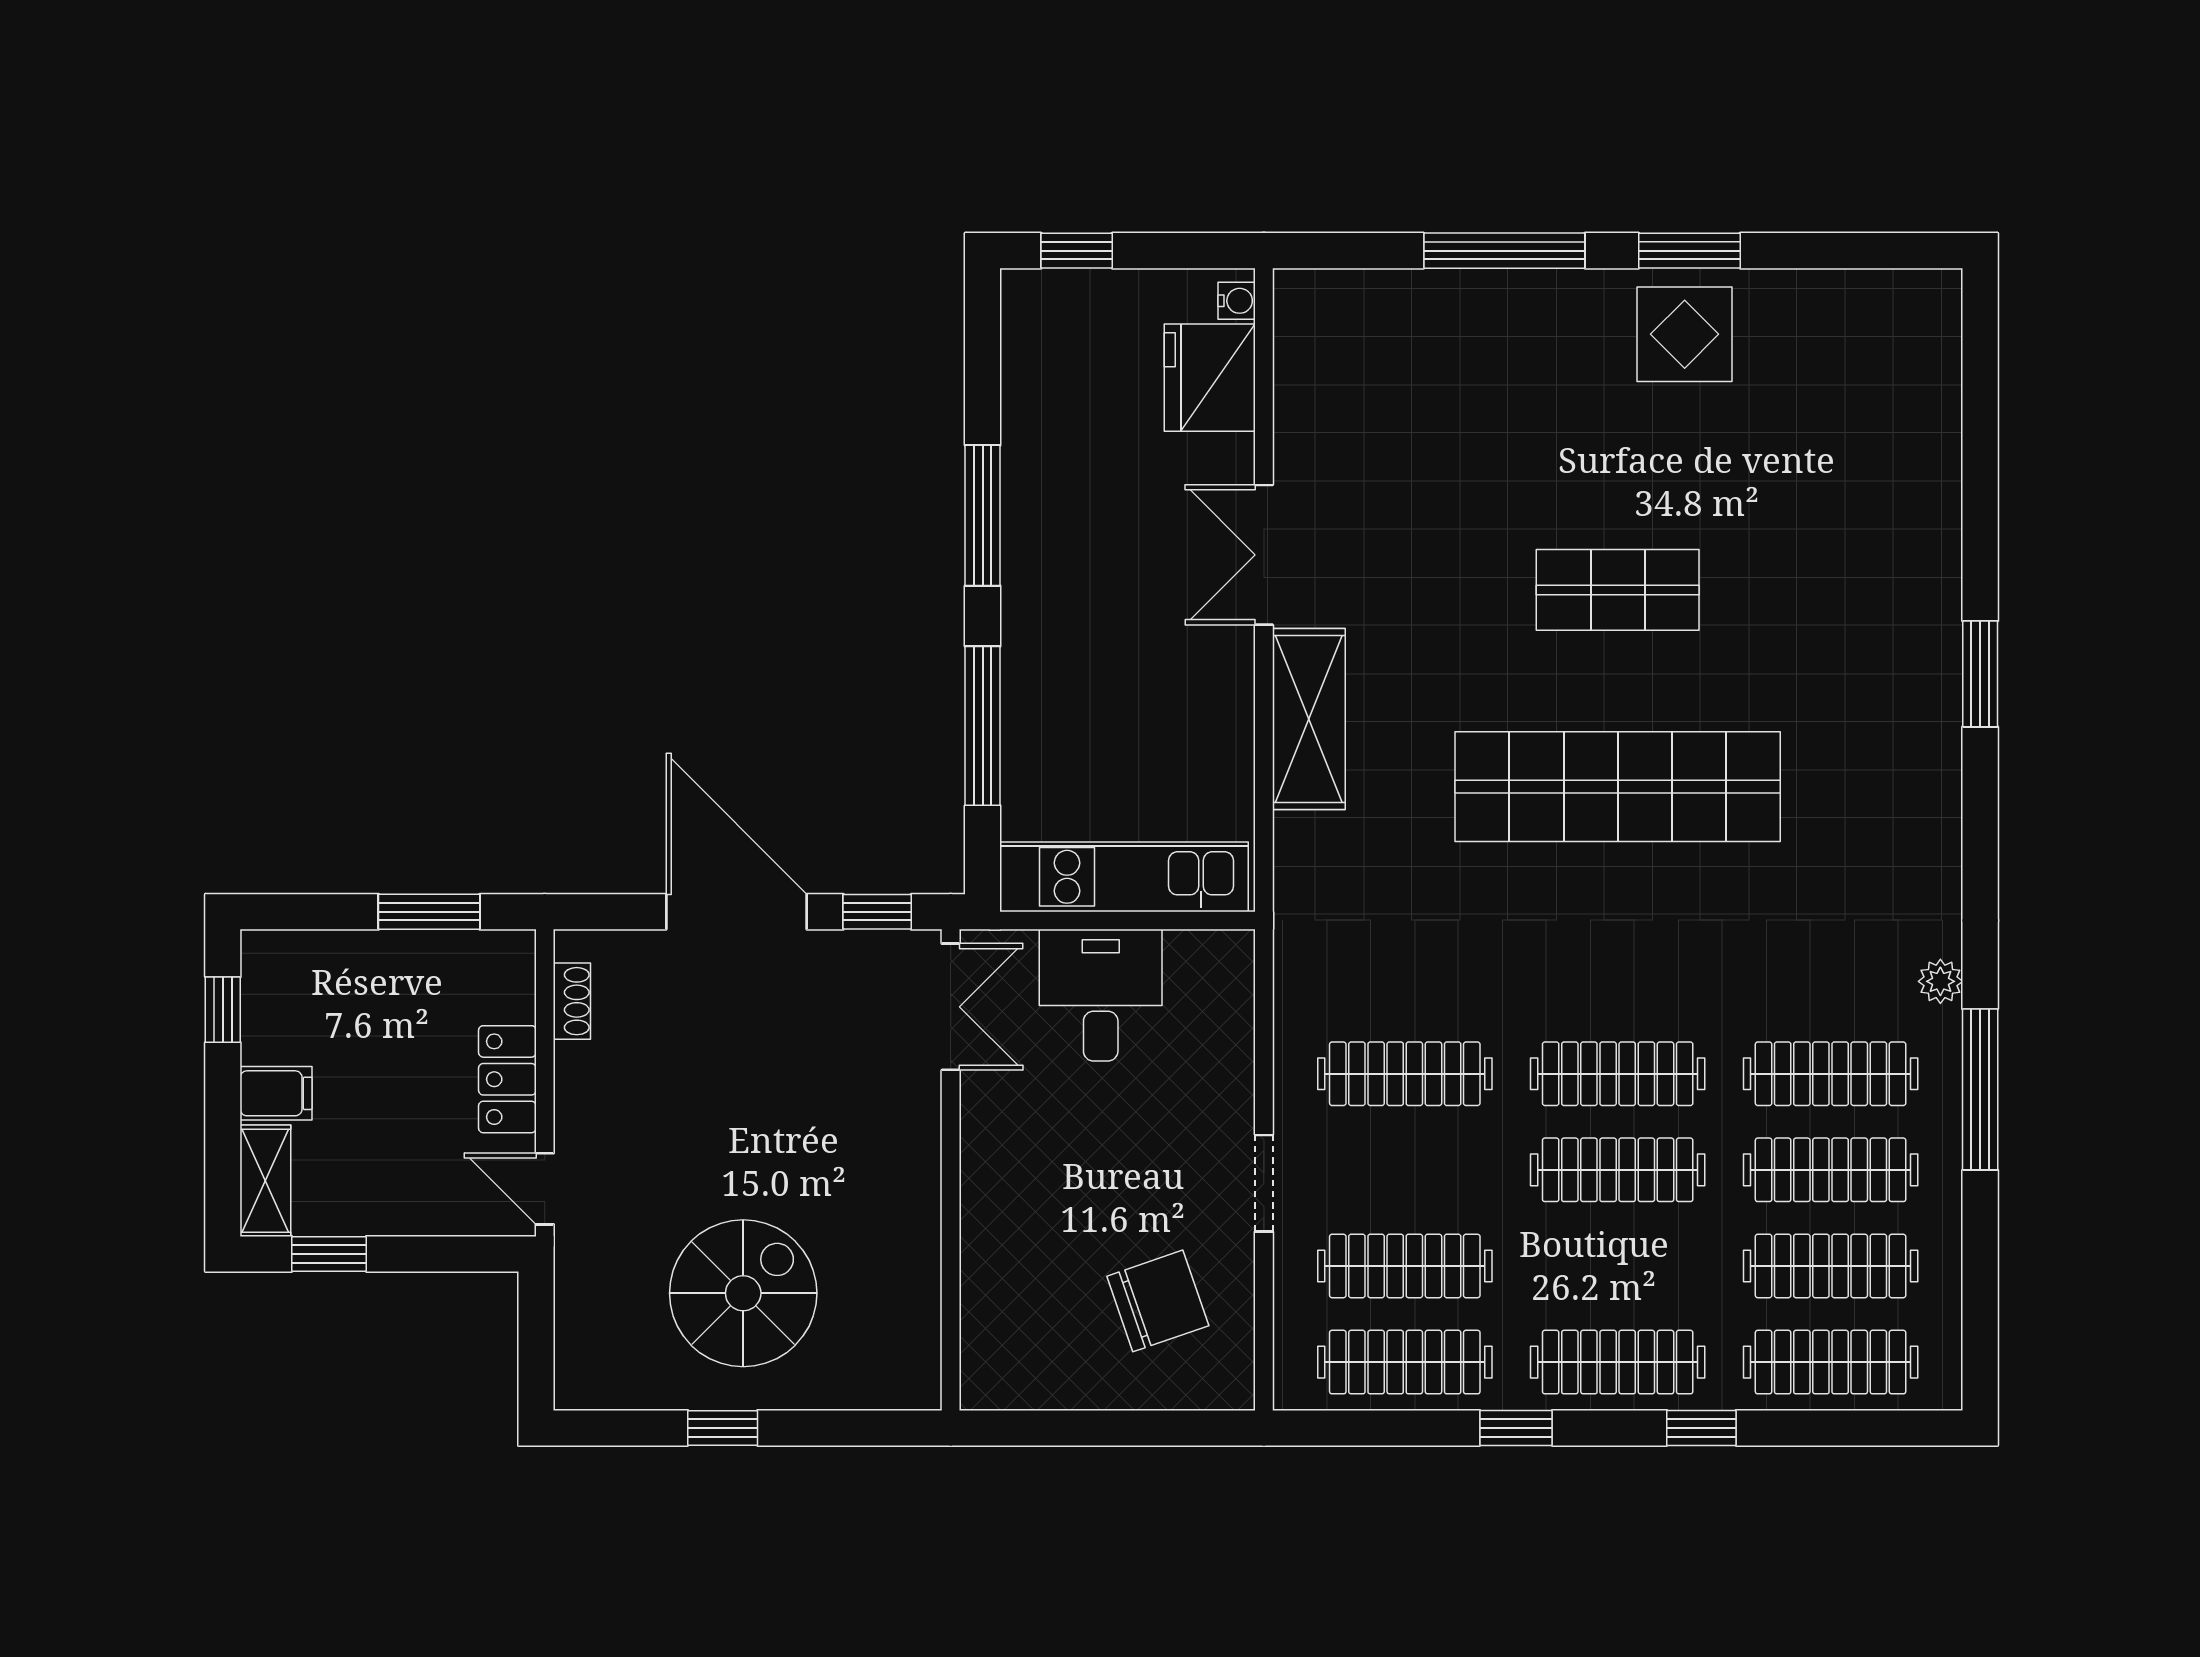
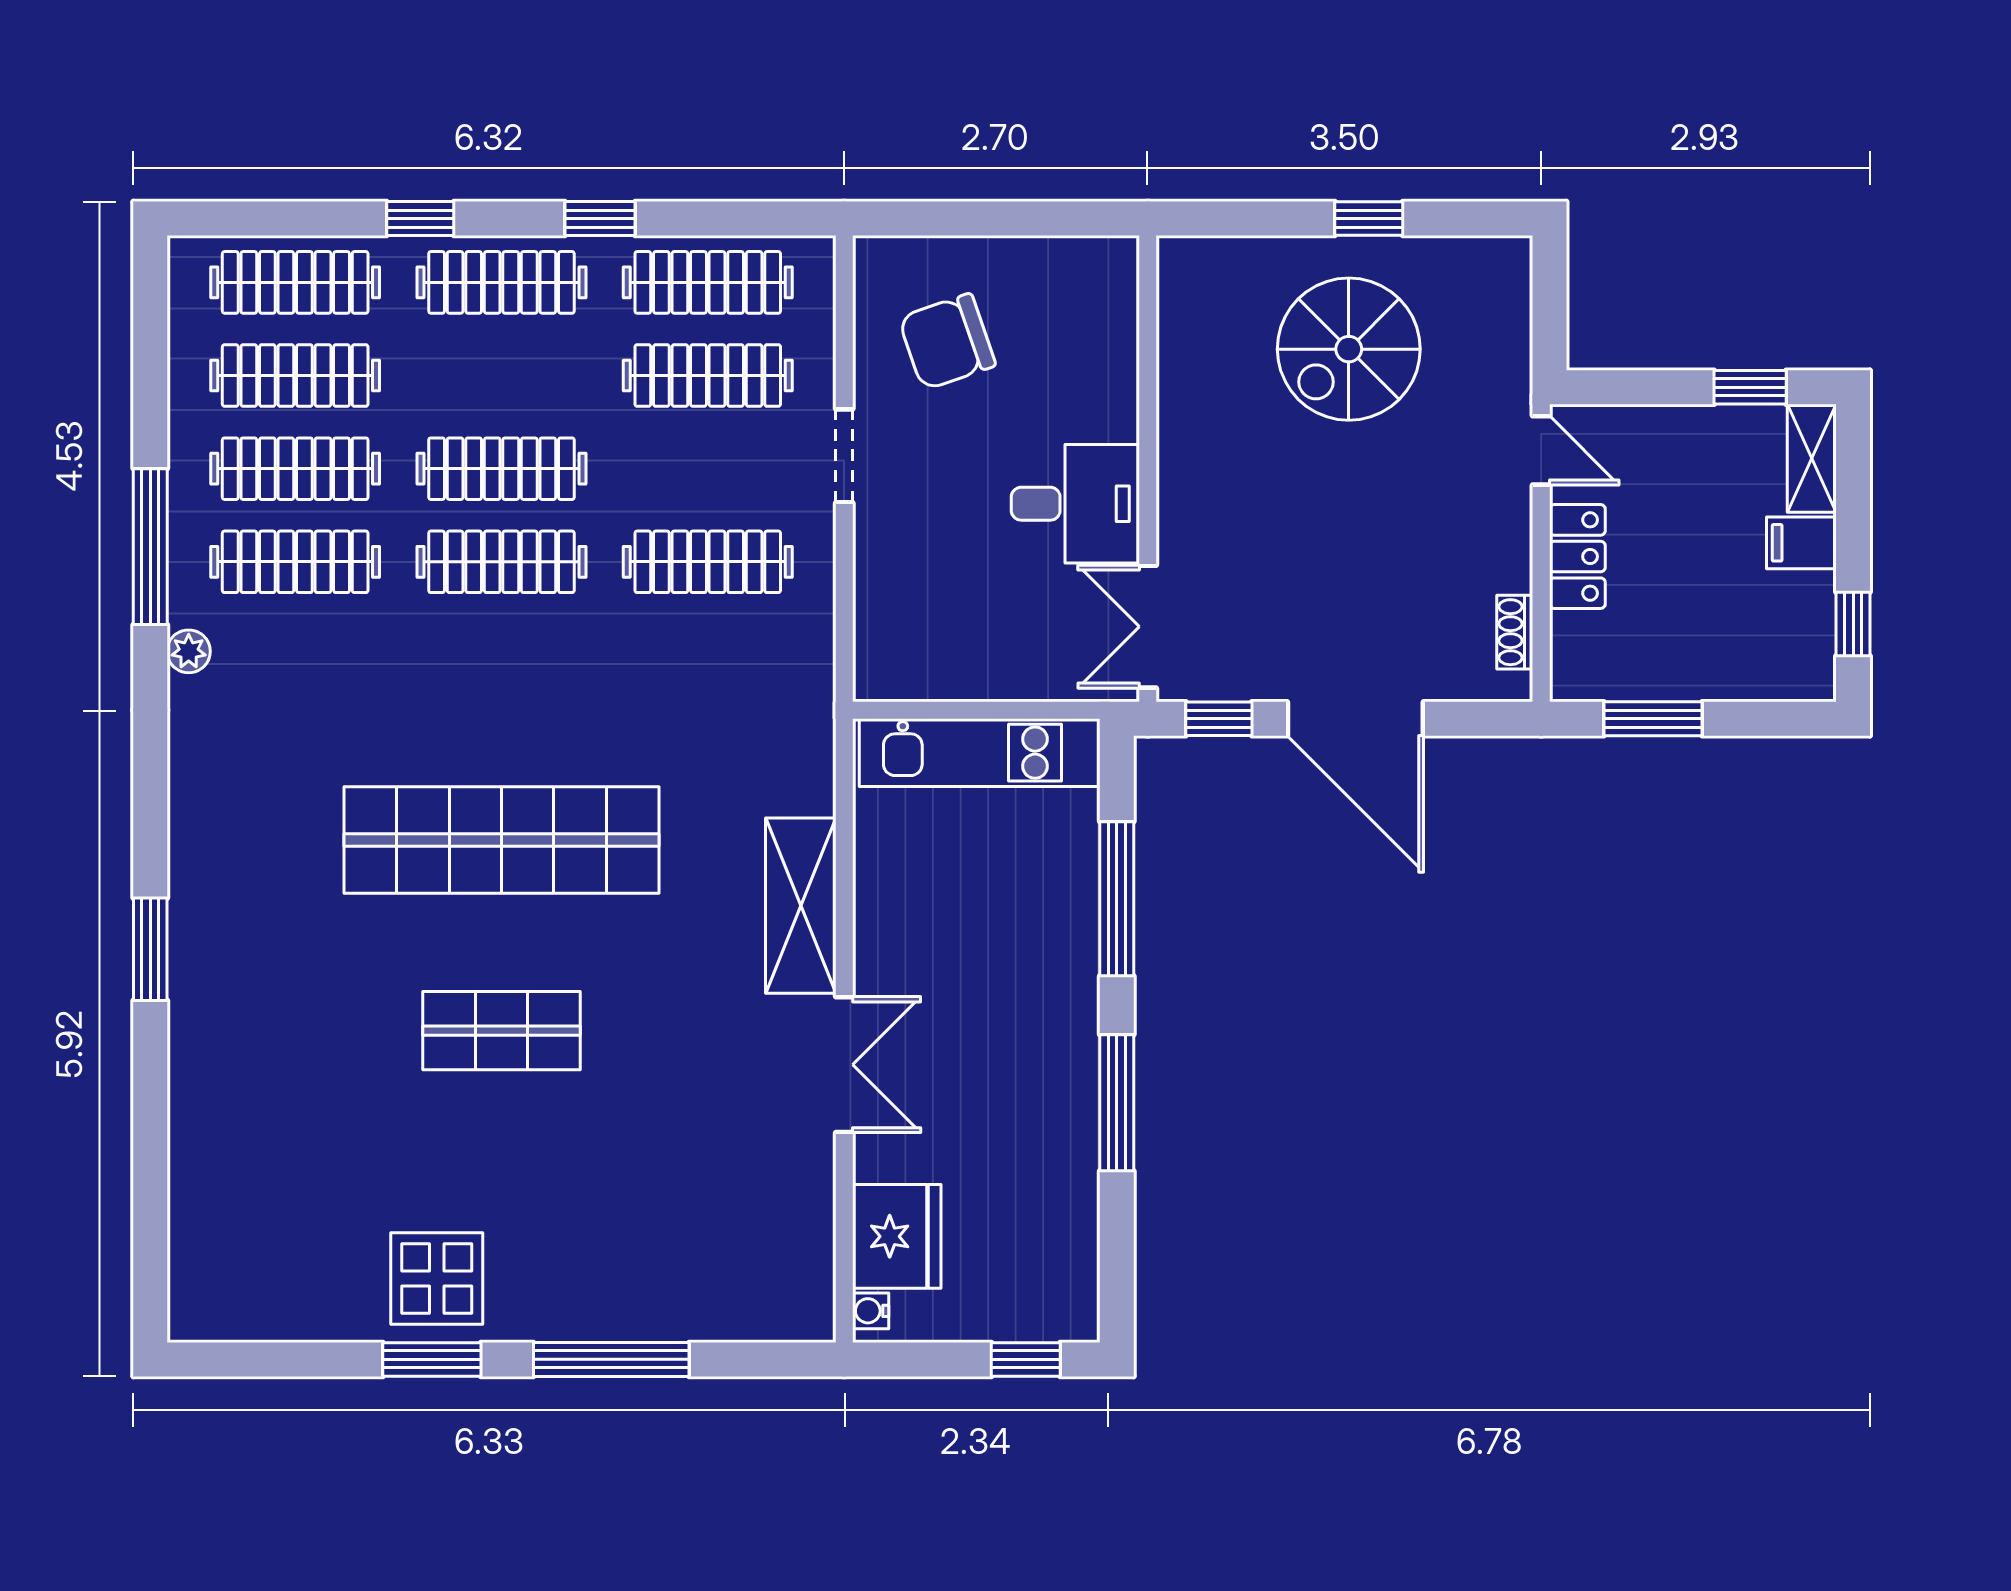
desk: (1101, 995) -> (1075, 504), moved, turned -90

